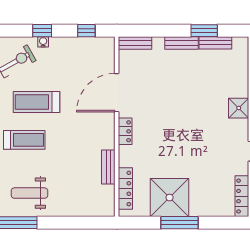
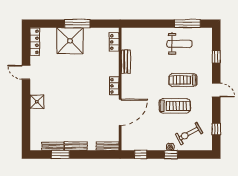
locker: (125, 189) -> (114, 42), width x0.66
shower: (170, 198) -> (70, 41), moved

